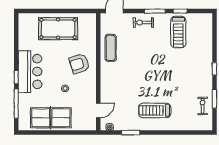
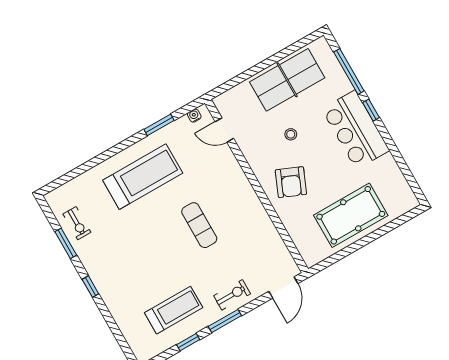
treadmill: (178, 32) -> (174, 310), turned 90
exercise mat: (111, 48) -> (199, 225), moved
armchair: (79, 64) -> (291, 182), turned 131
door: (98, 110) -> (224, 130), hinge flipped
treadmill: (155, 111) -> (143, 177), width x1.37, depth x1.38

